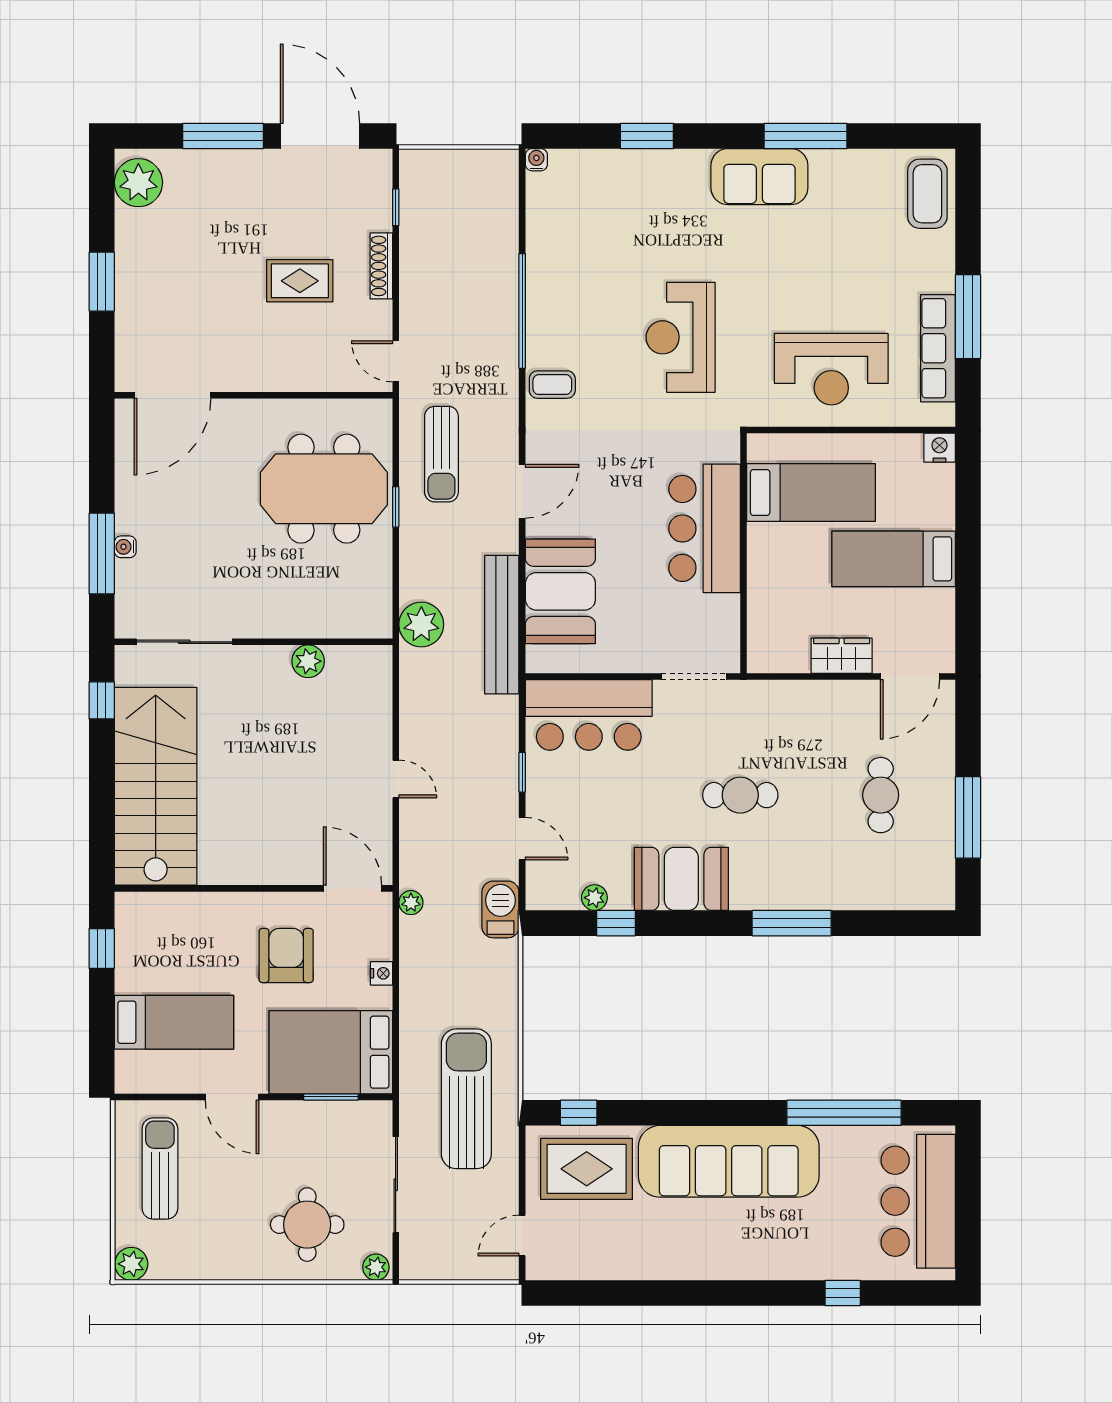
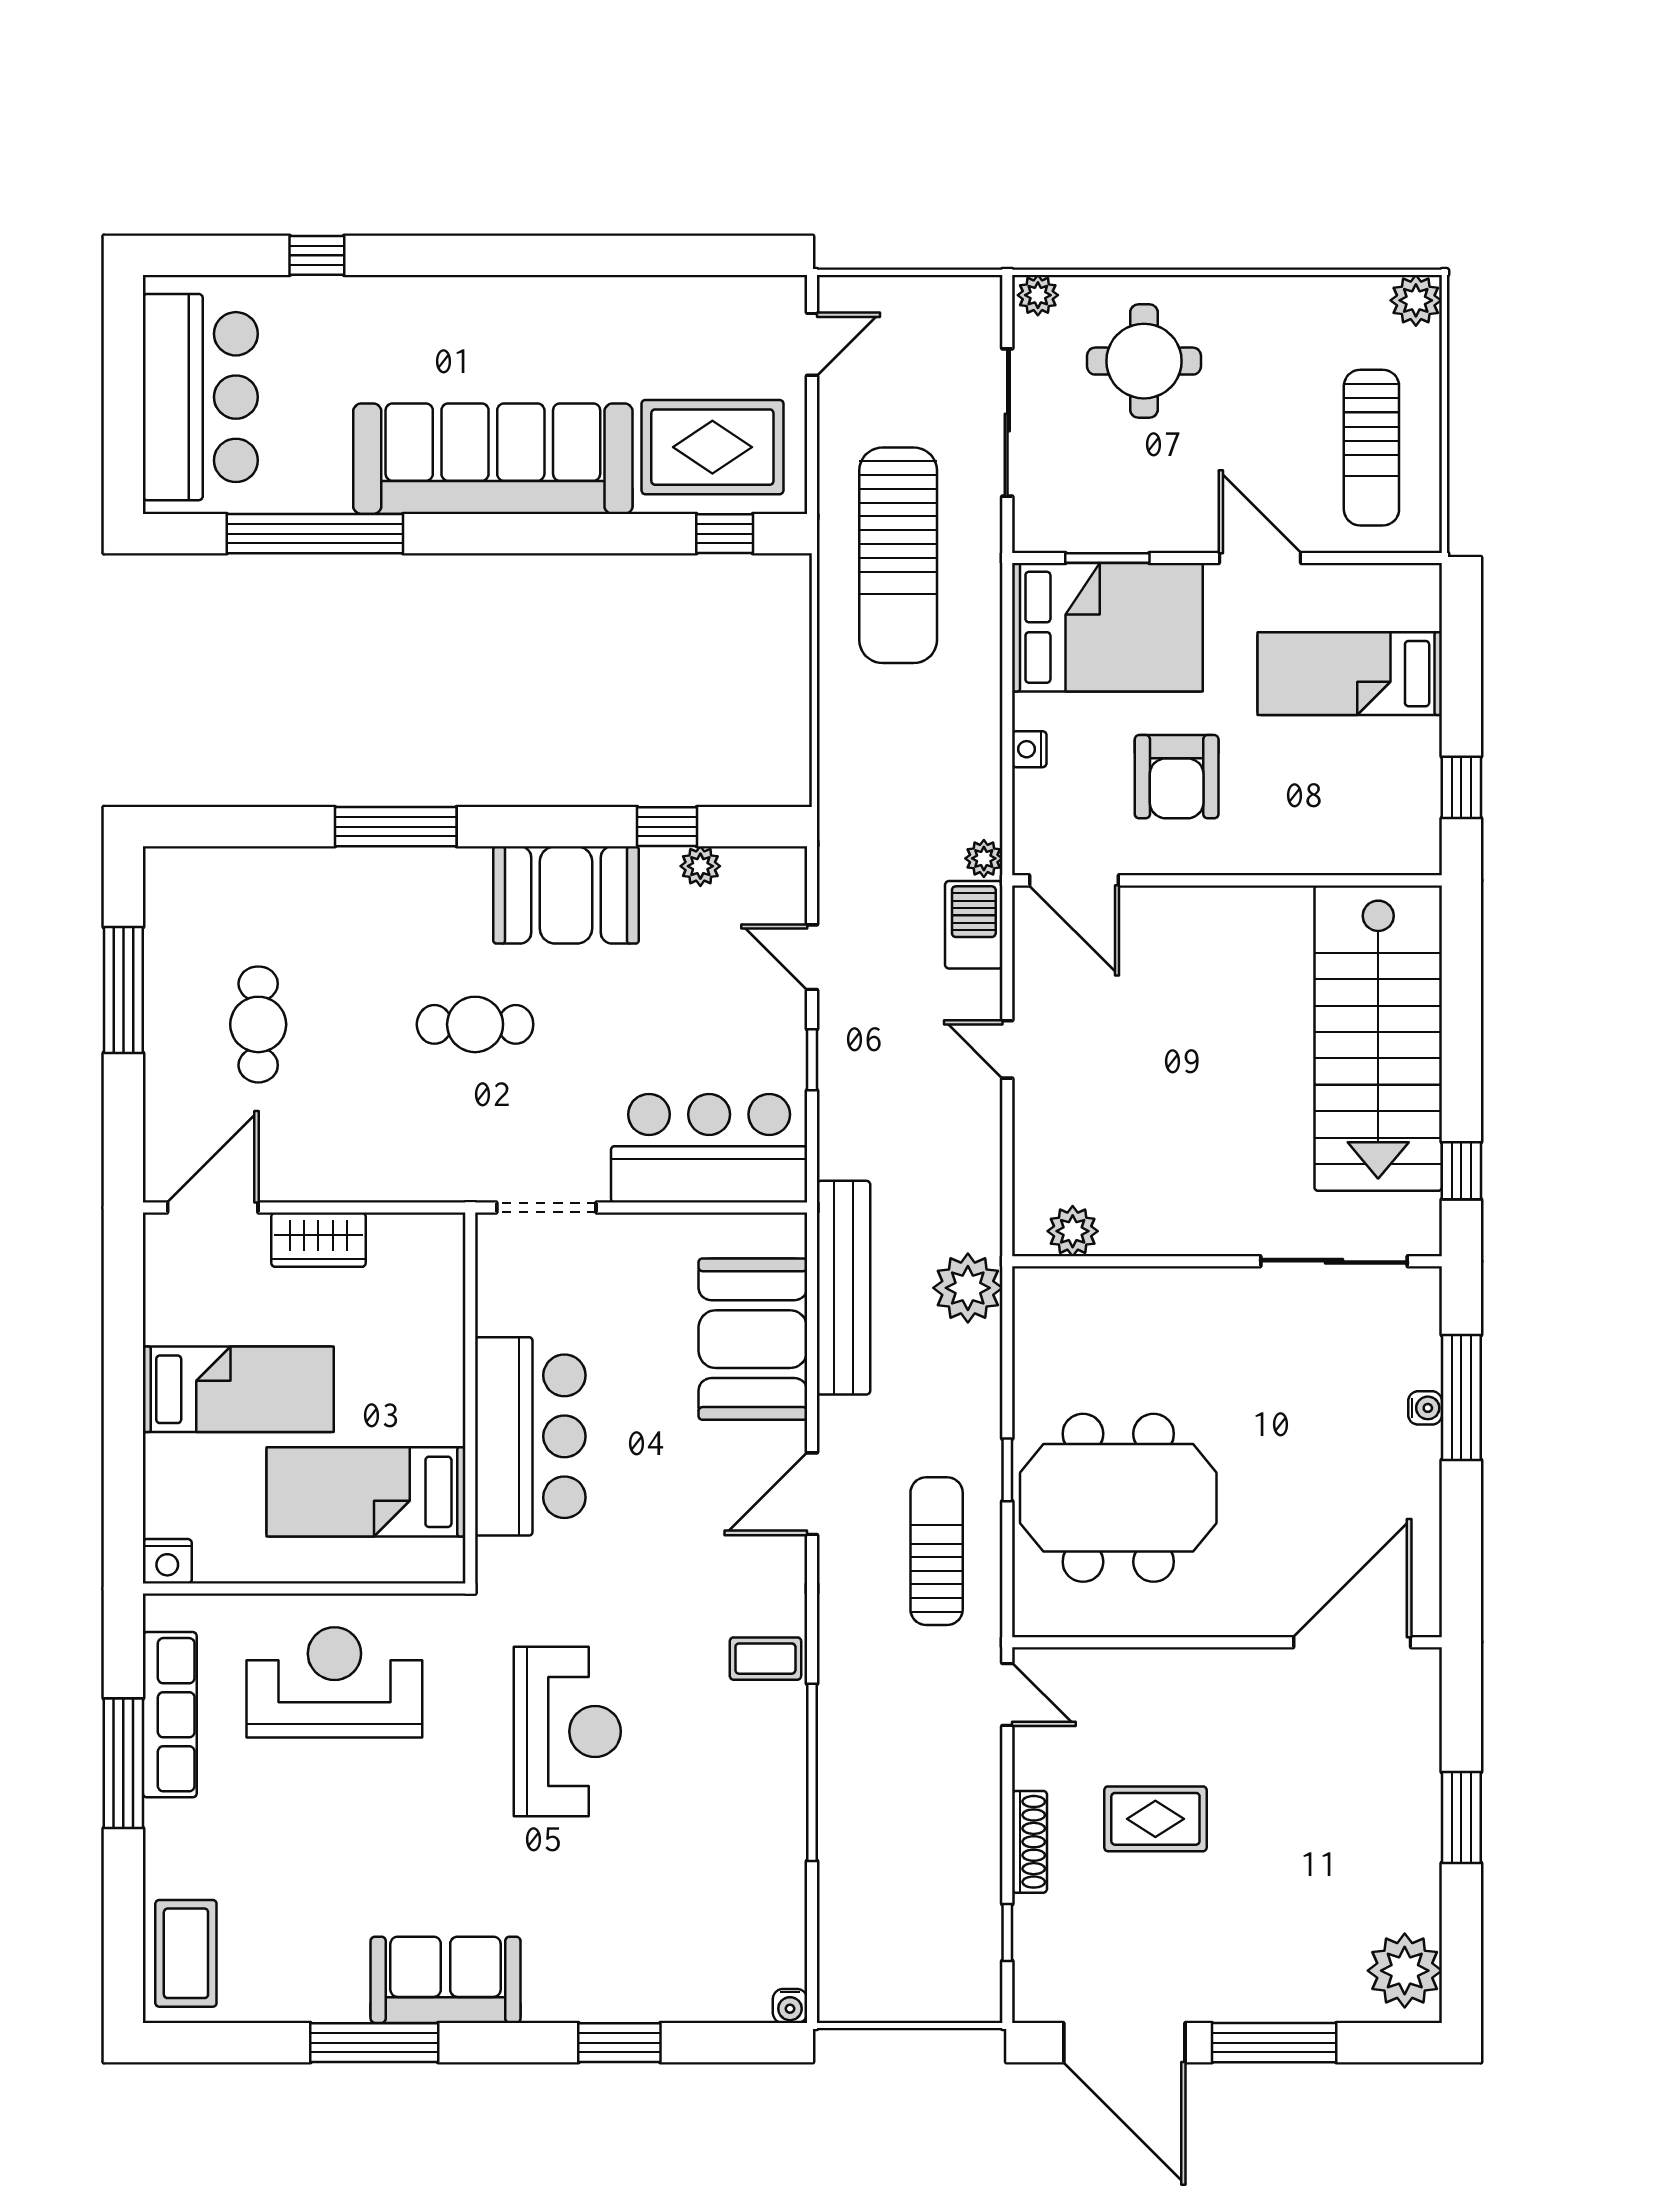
plant: (308, 661) -> (1073, 1231), moved
barbecue: (500, 909) -> (974, 925), moved, turned 180

